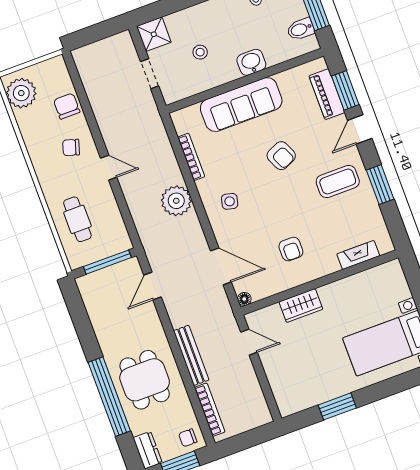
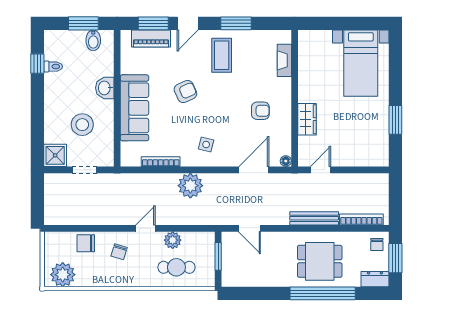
stool: (200, 52) -> (82, 125), width x1.89, depth x1.89
door: (360, 129) -> (188, 23), hinge flipped
plant: (107, 204) -> (173, 240), added
window: (107, 262) -> (218, 256), width x0.69

